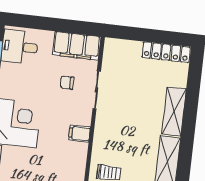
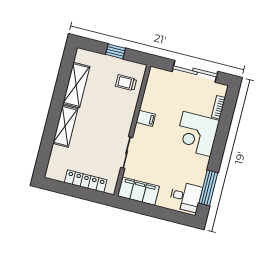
locker: (166, 52) -> (86, 181), moved
chair: (67, 83) -> (150, 162), removed

